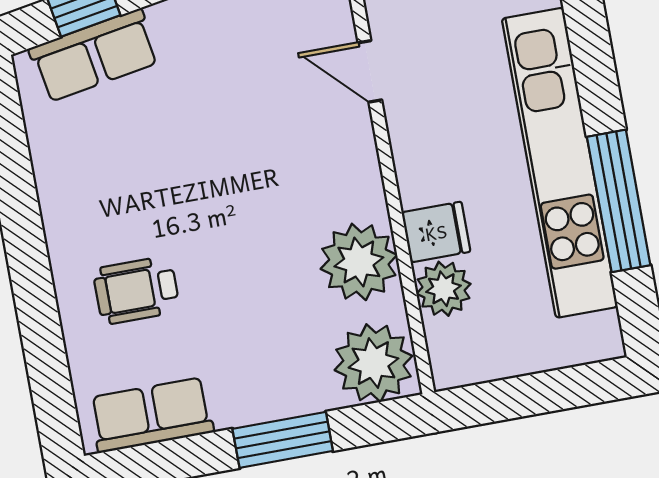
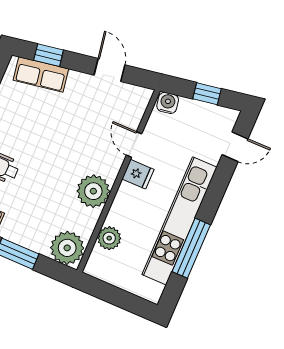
fridge: (436, 232) -> (138, 174), moved
plant: (359, 262) -> (93, 191), moved

